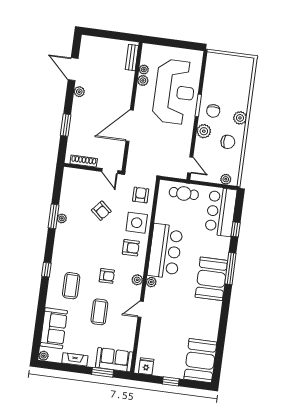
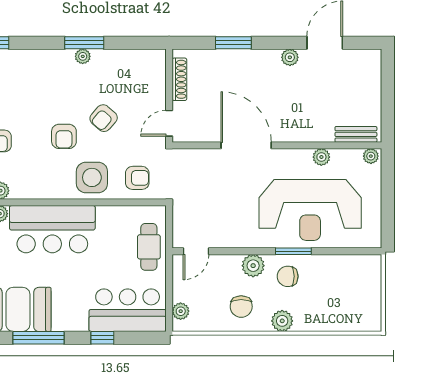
plant: (144, 70) -> (371, 156), moved
armchair: (131, 248) -> (64, 136), moved

